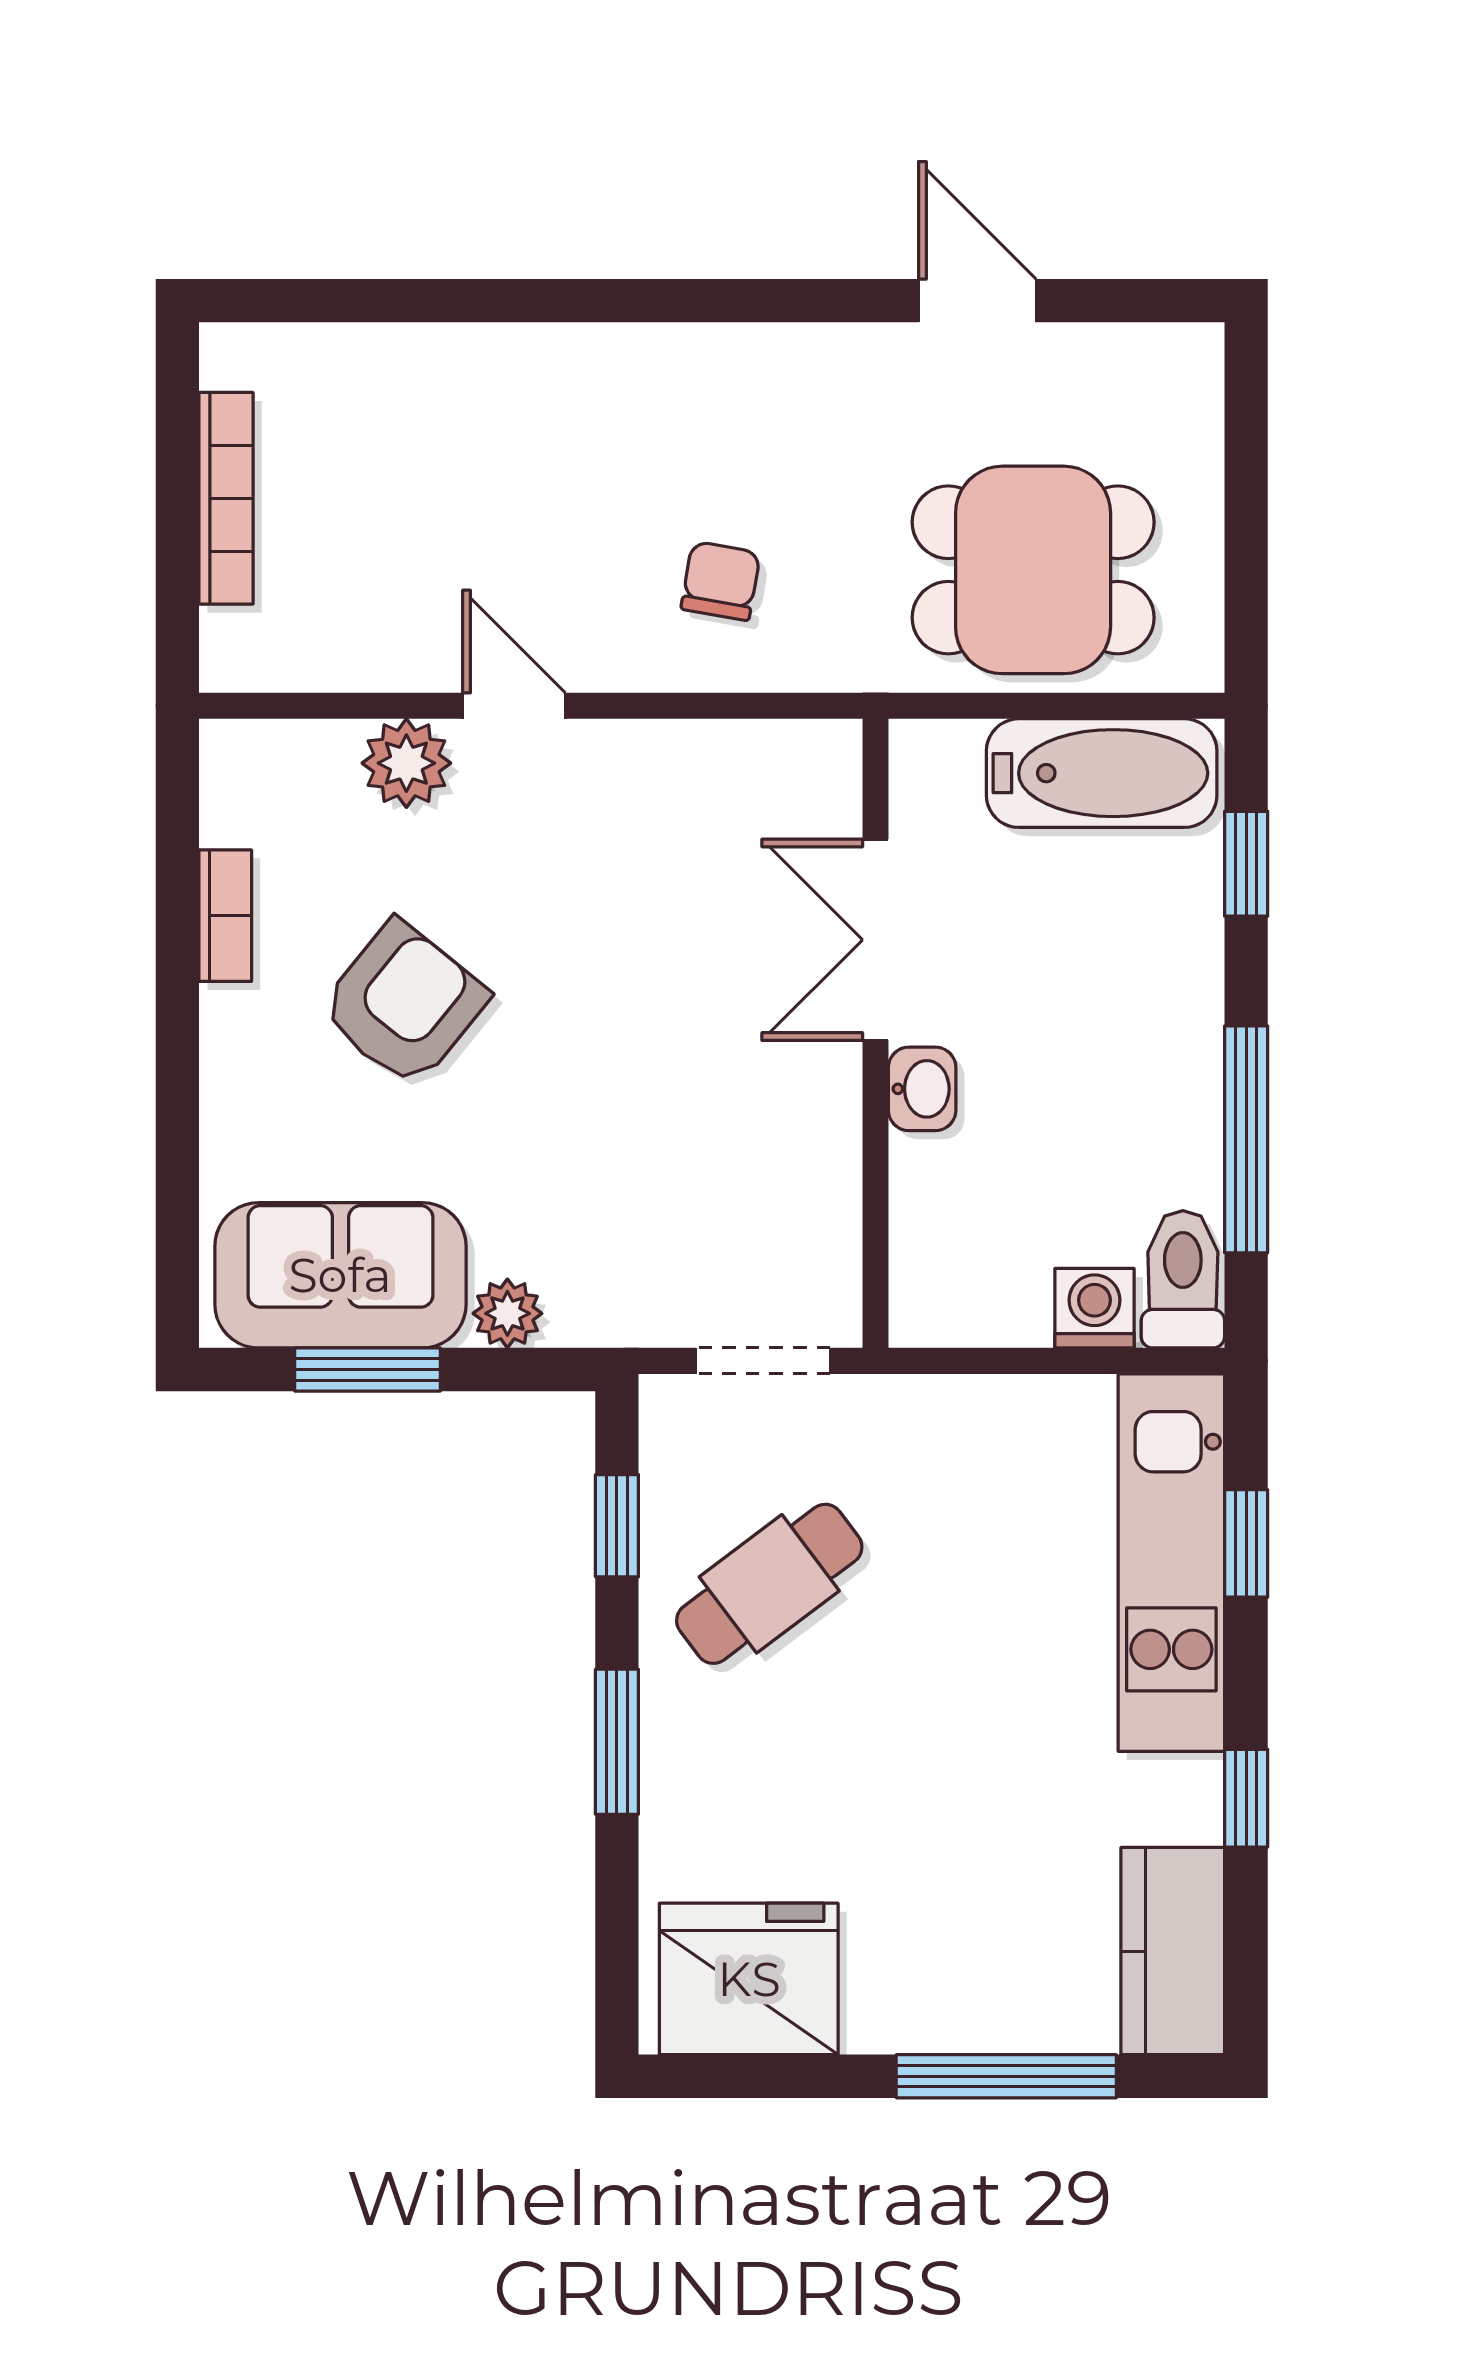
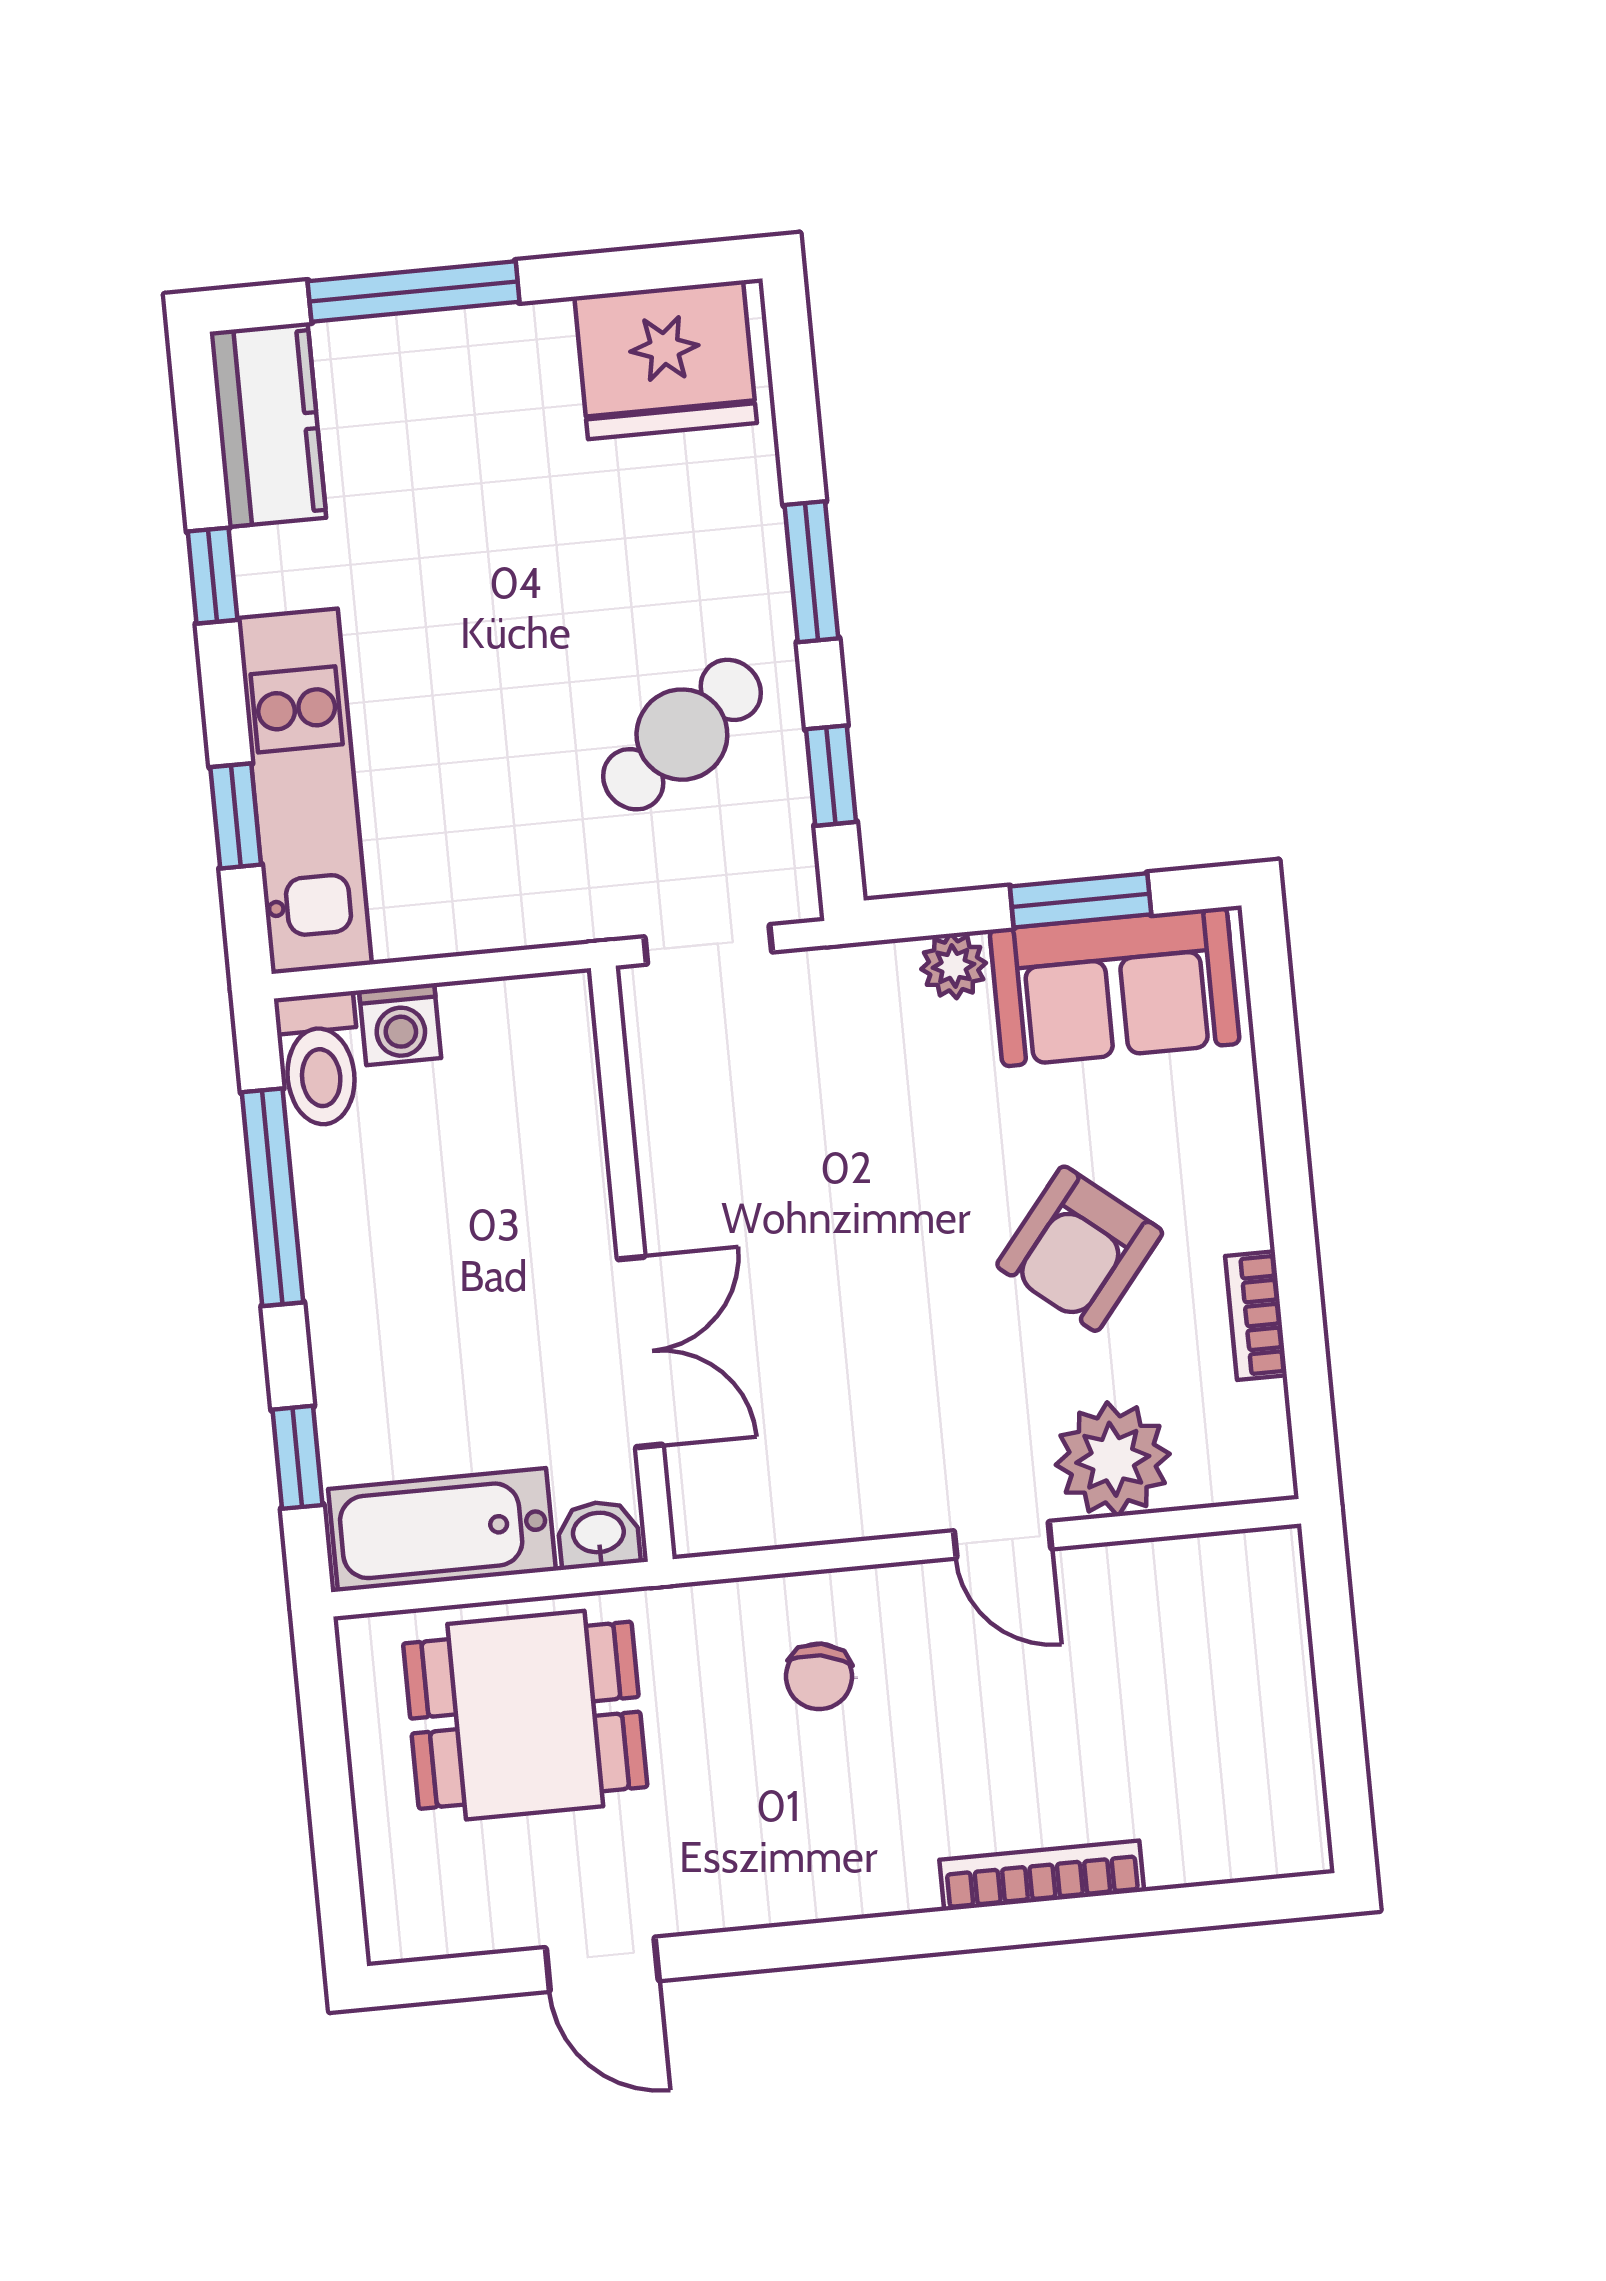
bookcase: (226, 498) -> (1042, 1876), moved, turned 90
plant: (406, 763) -> (1113, 1459), width x1.36, depth x1.36
washbasin: (922, 1089) -> (599, 1534), moved, turned 90

